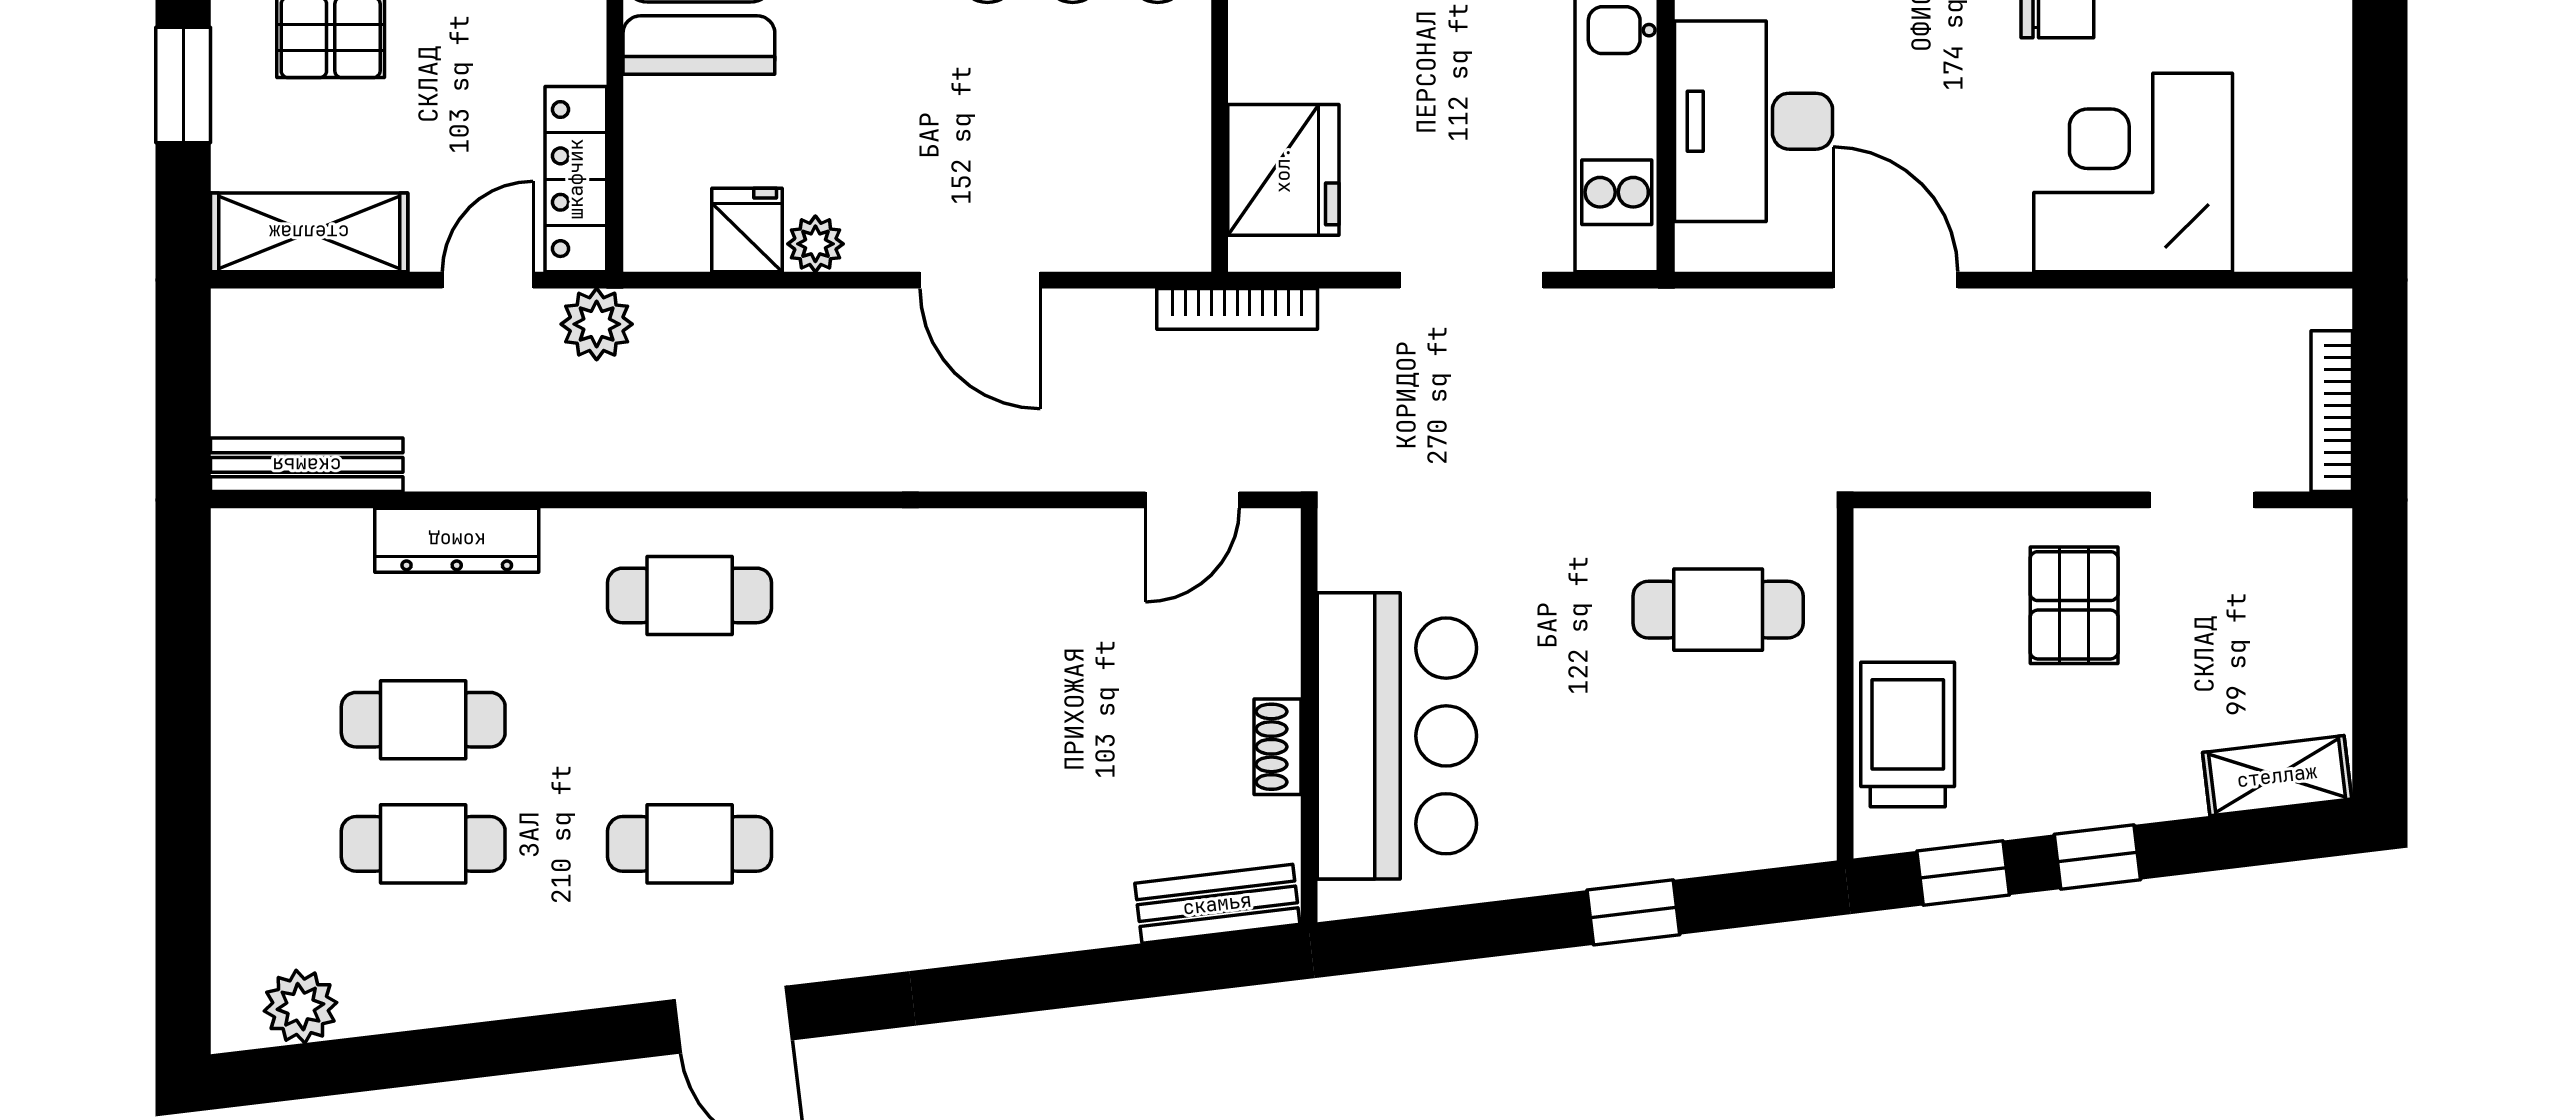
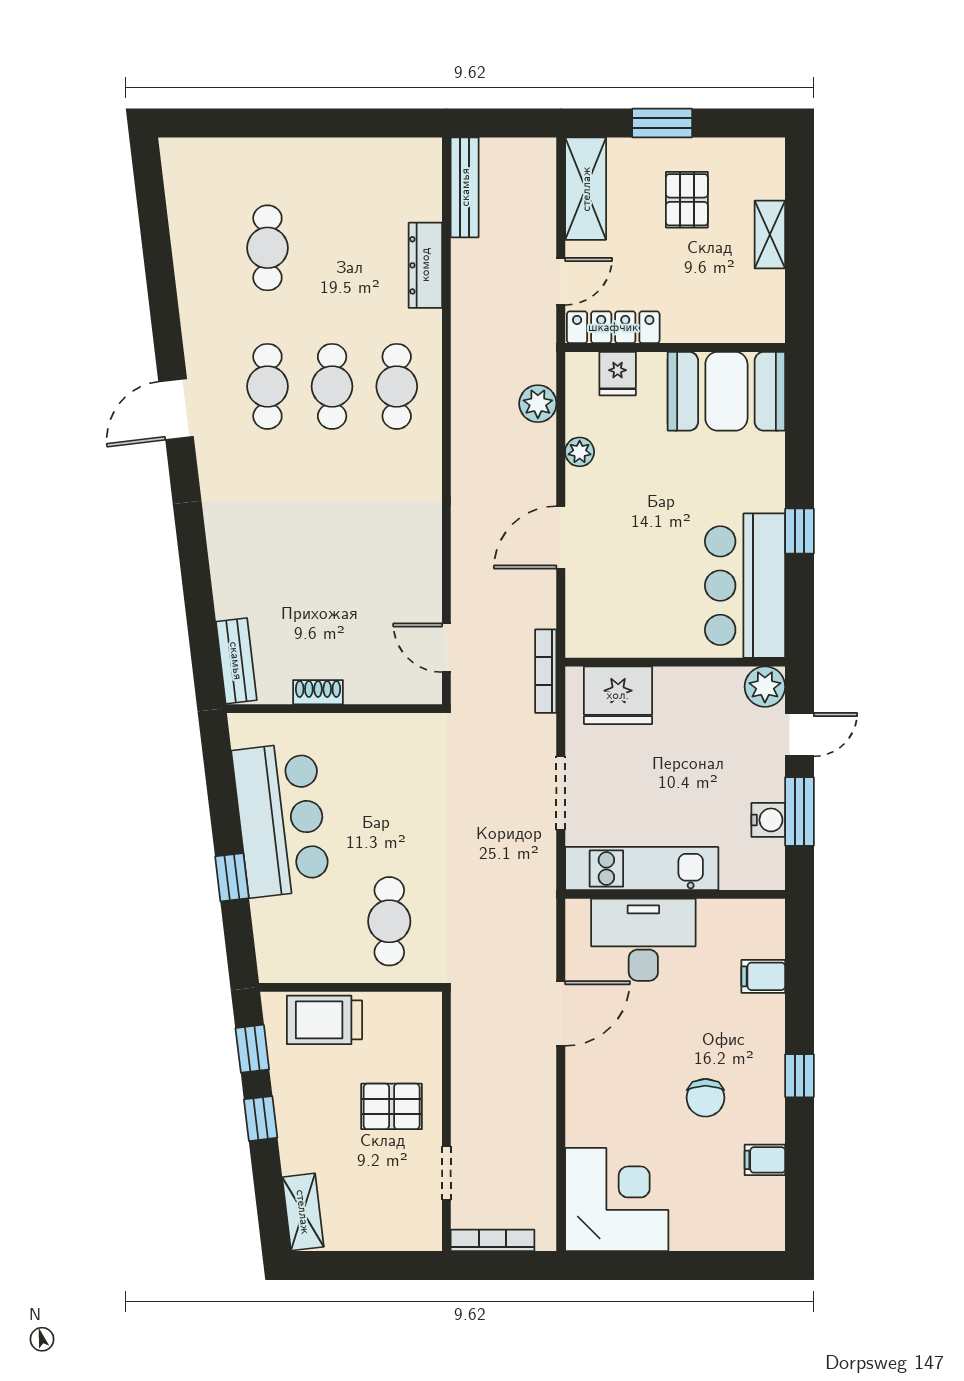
corner desk: (2133, 172) -> (617, 1200), moved
fridge: (747, 230) -> (618, 374), moved, turned 90
door: (488, 280) -> (561, 281), hinge flipped
plant: (597, 324) -> (538, 404), moved
cafe table: (423, 720) -> (332, 386), moved
trolley: (1908, 734) -> (324, 1020), turned 180
bar counter: (1397, 736) -> (281, 820), moved, turned -97
plant: (300, 1007) -> (183, 184), removed

